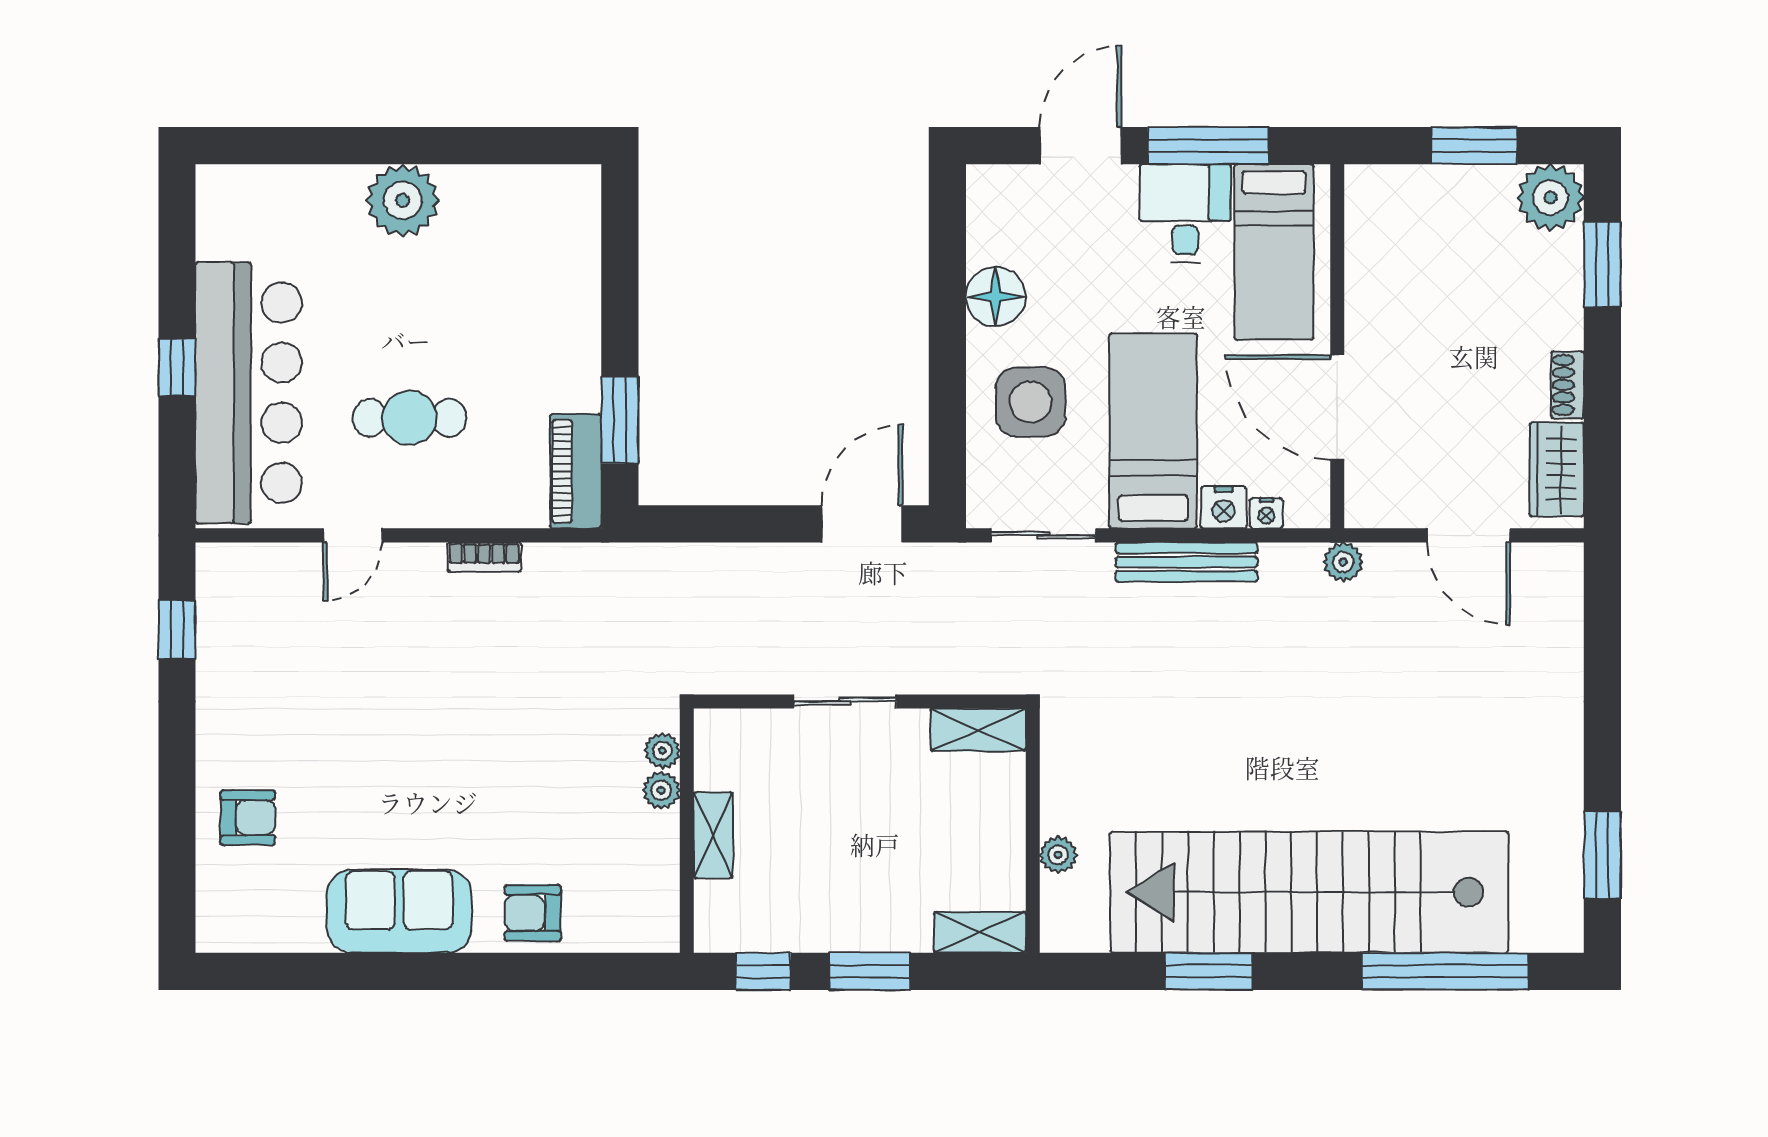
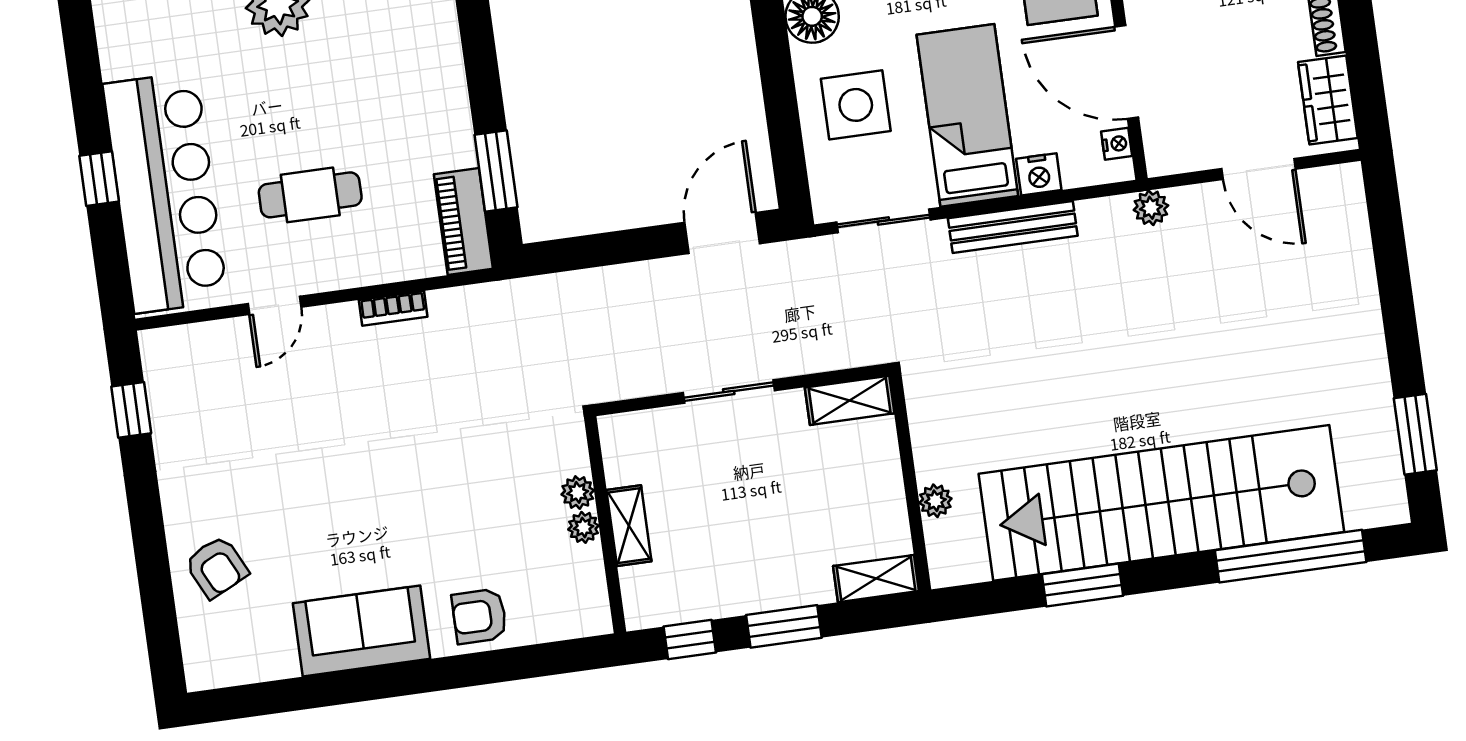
nightstand: (1266, 513) -> (1117, 144), moved, turned -90
plant: (662, 751) -> (584, 527), moved
armchair: (248, 818) -> (217, 567), turned 64

